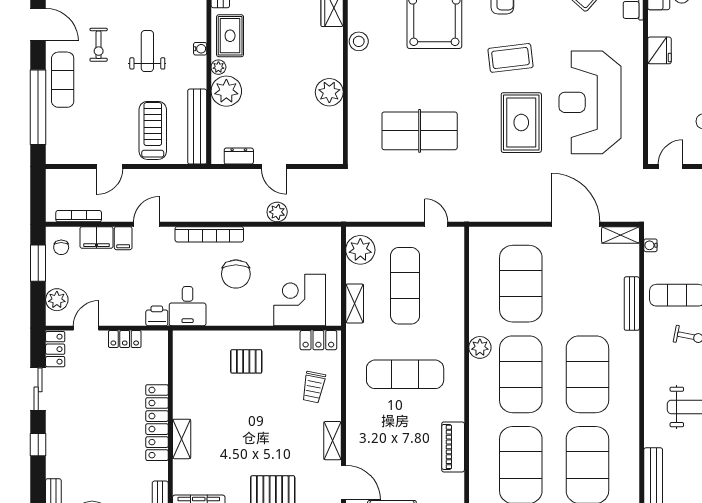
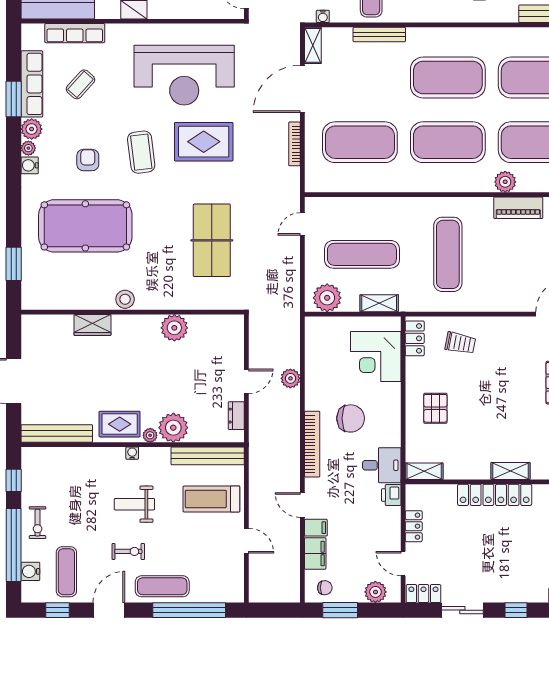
bookcase: (79, 216) -> (295, 144), moved
plant: (480, 347) -> (505, 182), moved
shelving: (332, 441) -> (424, 471), moved

